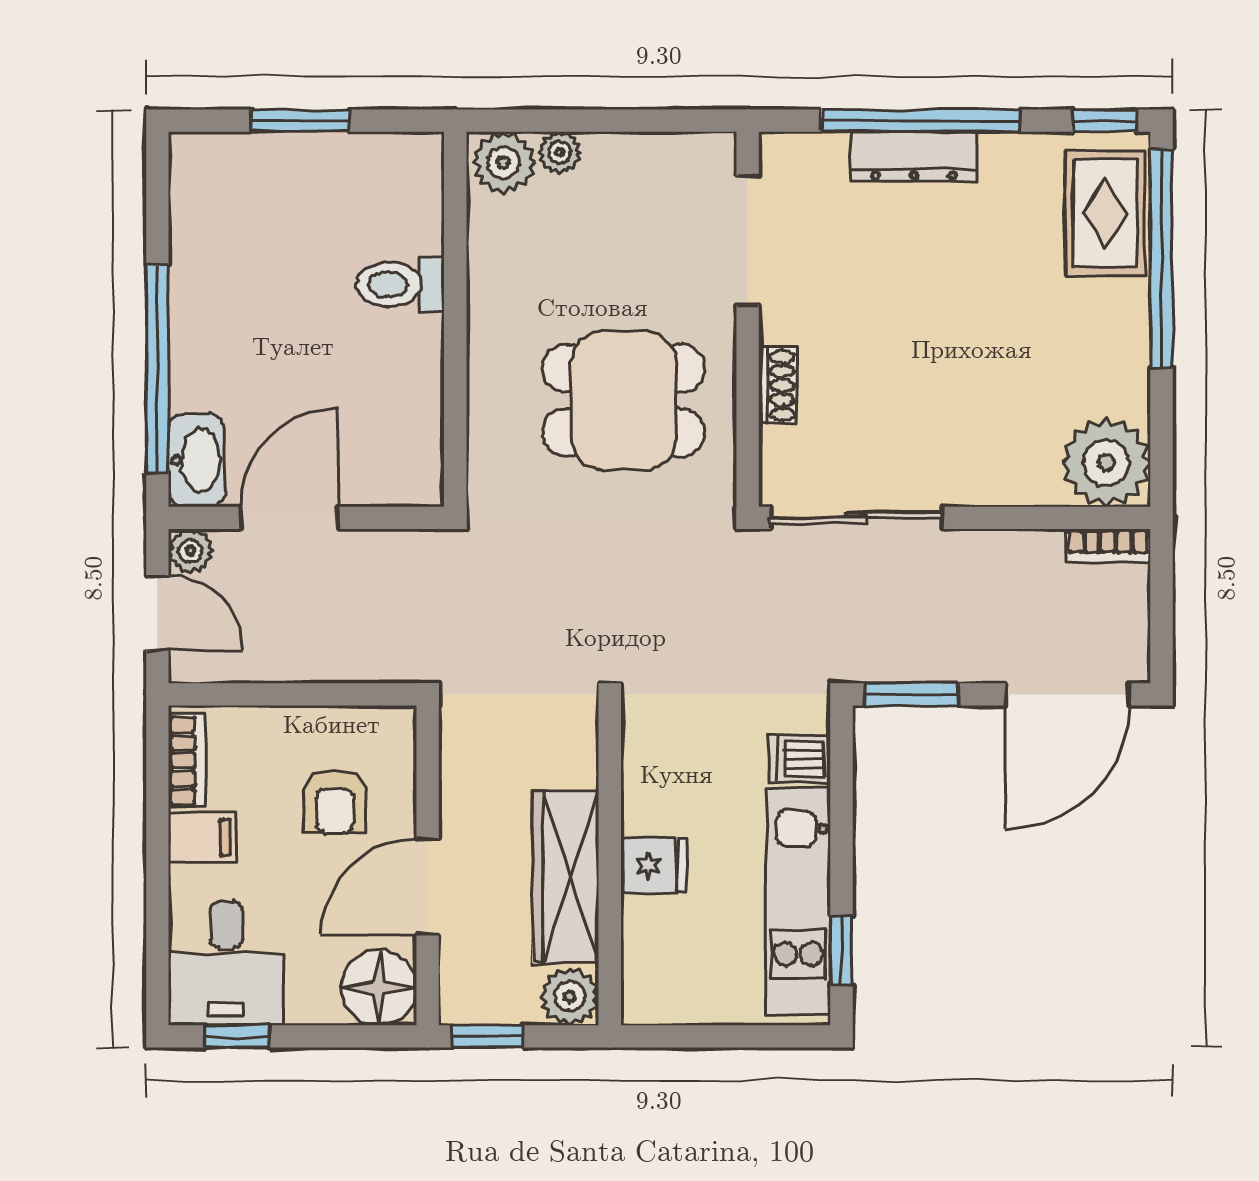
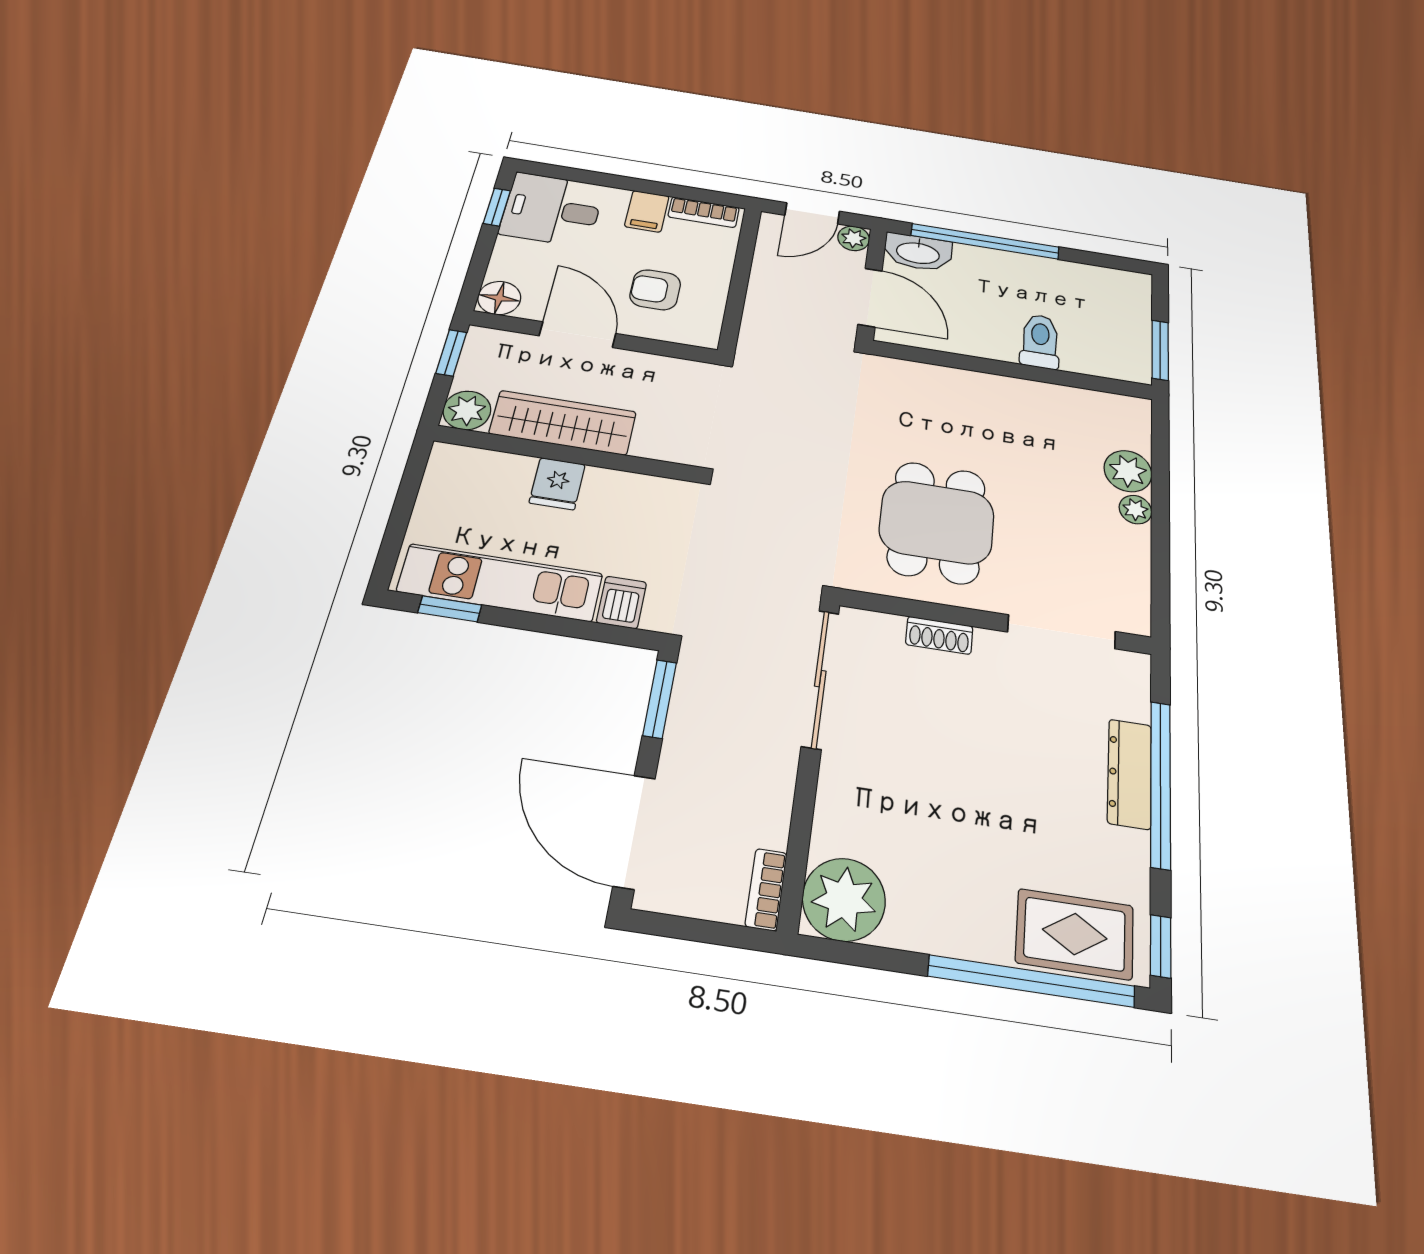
toilet: (400, 284) -> (1040, 341), moved
wall: (455, 319) -> (1012, 370), moved
floor lamp: (379, 988) -> (499, 298), width x0.73, depth x0.73

